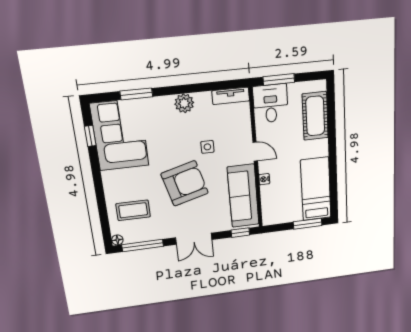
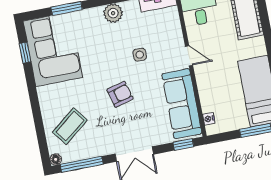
nightstand: (264, 179) -> (209, 119), moved
armchair: (185, 183) -> (120, 94), width x0.53, depth x0.53
coffee table: (133, 210) -> (70, 126), turned -38

